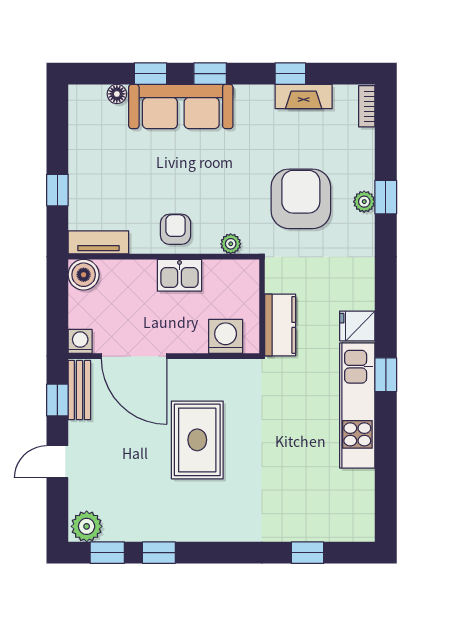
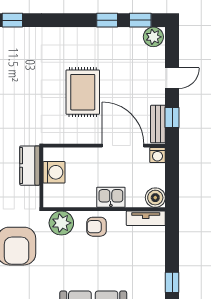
window: (57, 190) -> (172, 282), moved
armchair: (176, 229) -> (97, 227), turned 90
plant: (231, 244) -> (61, 223), width x1.88, depth x1.88
kitchen sink: (179, 275) -> (111, 197), moved
washing machine: (226, 336) -> (54, 172), moved, turned -90

